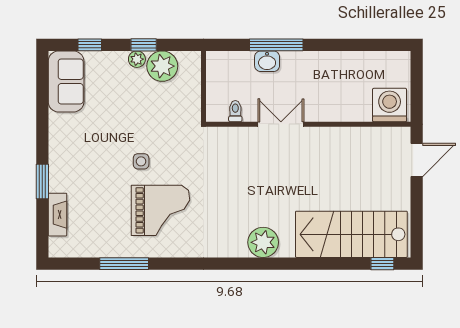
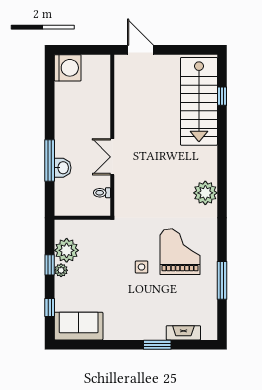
washing machine: (390, 105) -> (68, 68), moved, turned 180
plant: (263, 242) -> (205, 193), moved
window: (382, 264) -> (222, 96), moved

